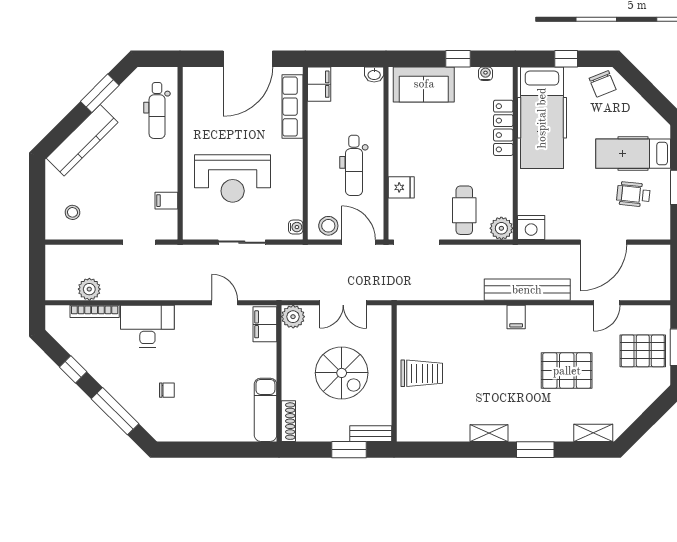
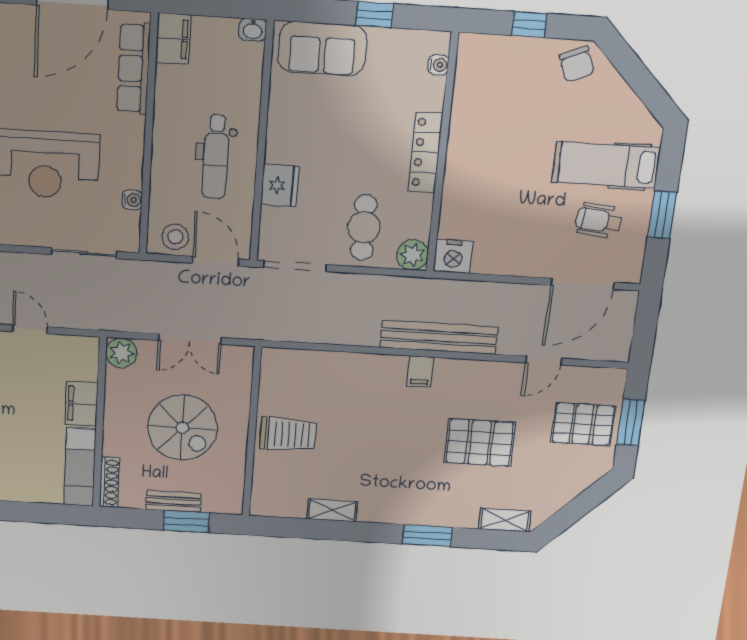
water cooler: (485, 74) -> (438, 65), moved, turned 90
hospital bed: (542, 118) -> (485, 107), removed
locker: (503, 128) -> (426, 153), moved
fridge: (401, 187) -> (280, 185), width x1.38
water cooler: (296, 227) -> (132, 200), moved
sliding door: (242, 242) -> (84, 253), moved
door: (603, 242) -> (583, 284), moved
filing cabinet: (265, 324) -> (81, 404), moved
shelving: (489, 433) -> (332, 510), moved
bench: (371, 434) -> (174, 501), moved

